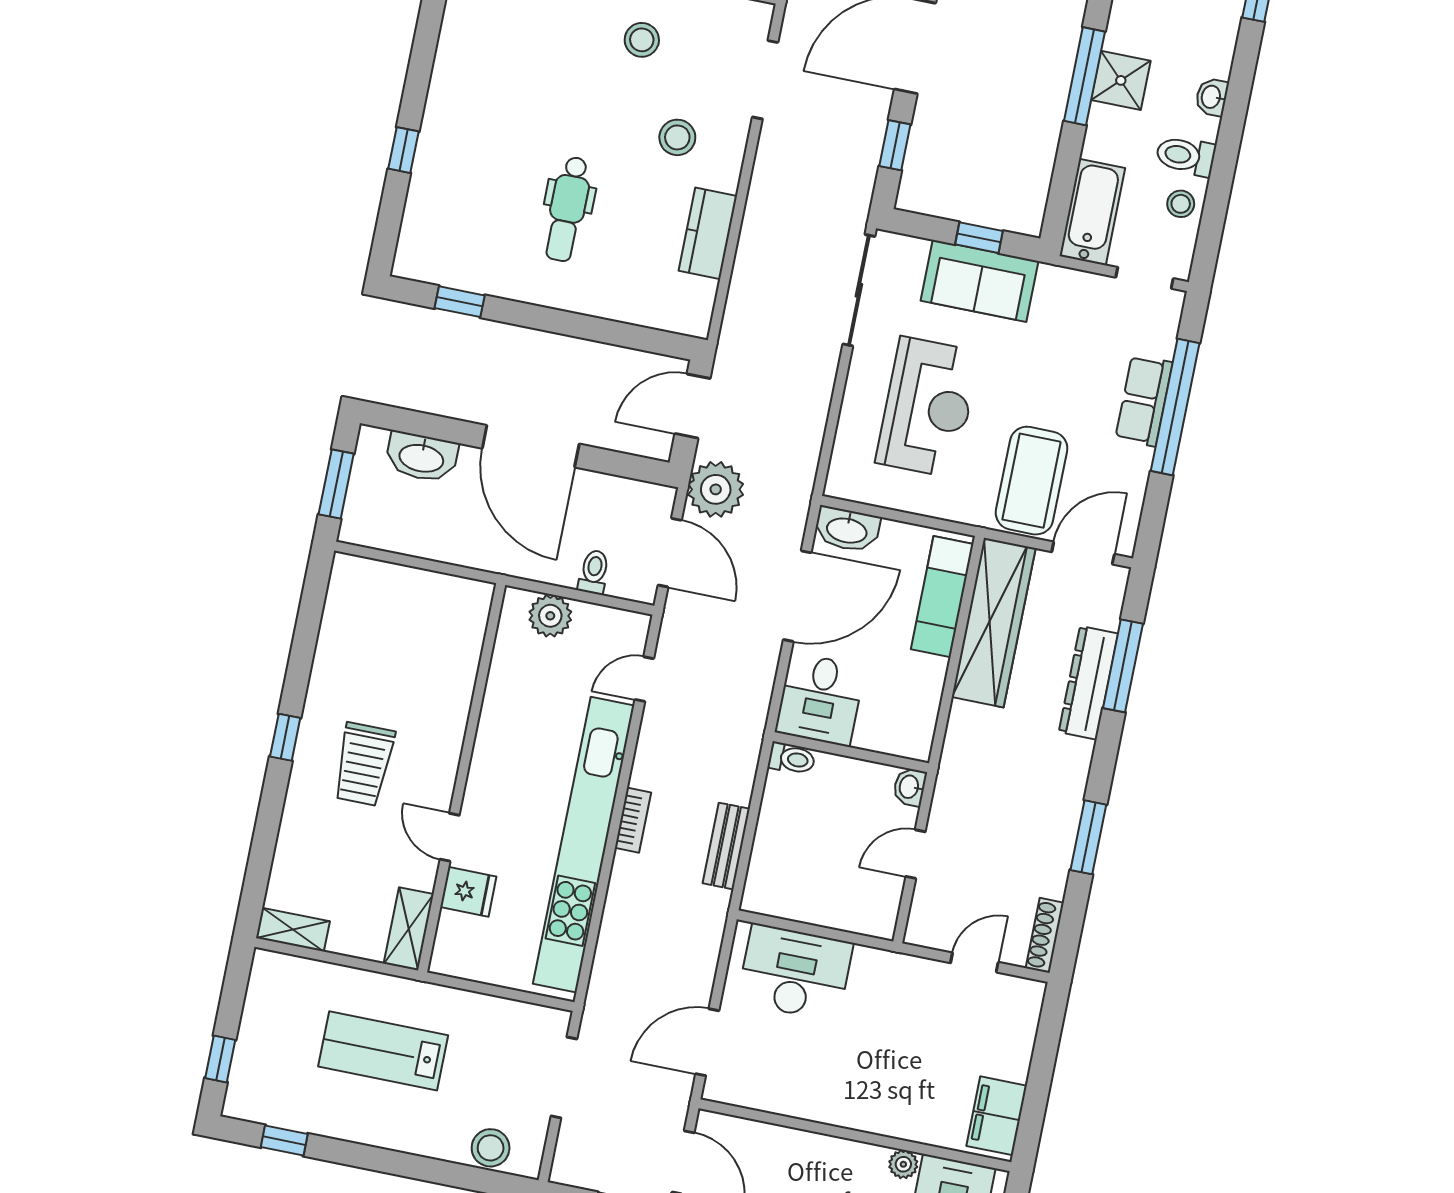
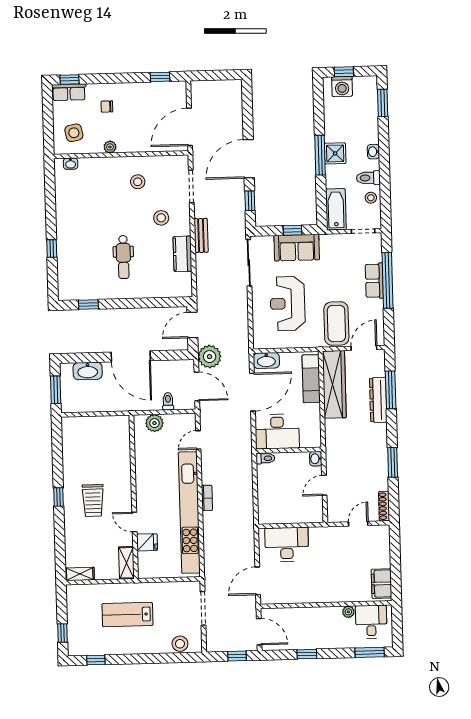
reception desk: (928, 407) -> (288, 304), turned 180
desk: (820, 699) -> (277, 431), width x1.37
bench: (726, 846) -> (201, 235), moved

